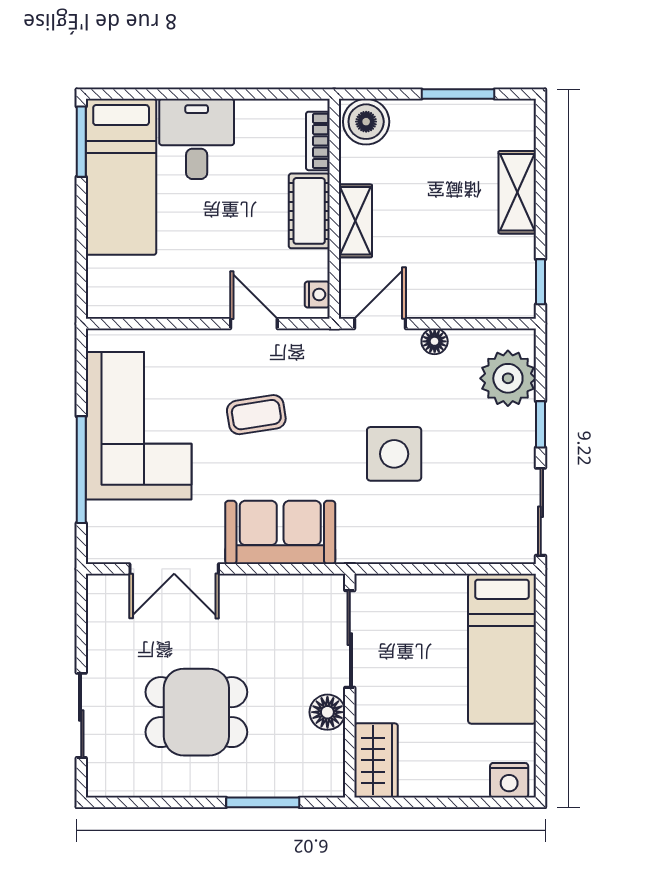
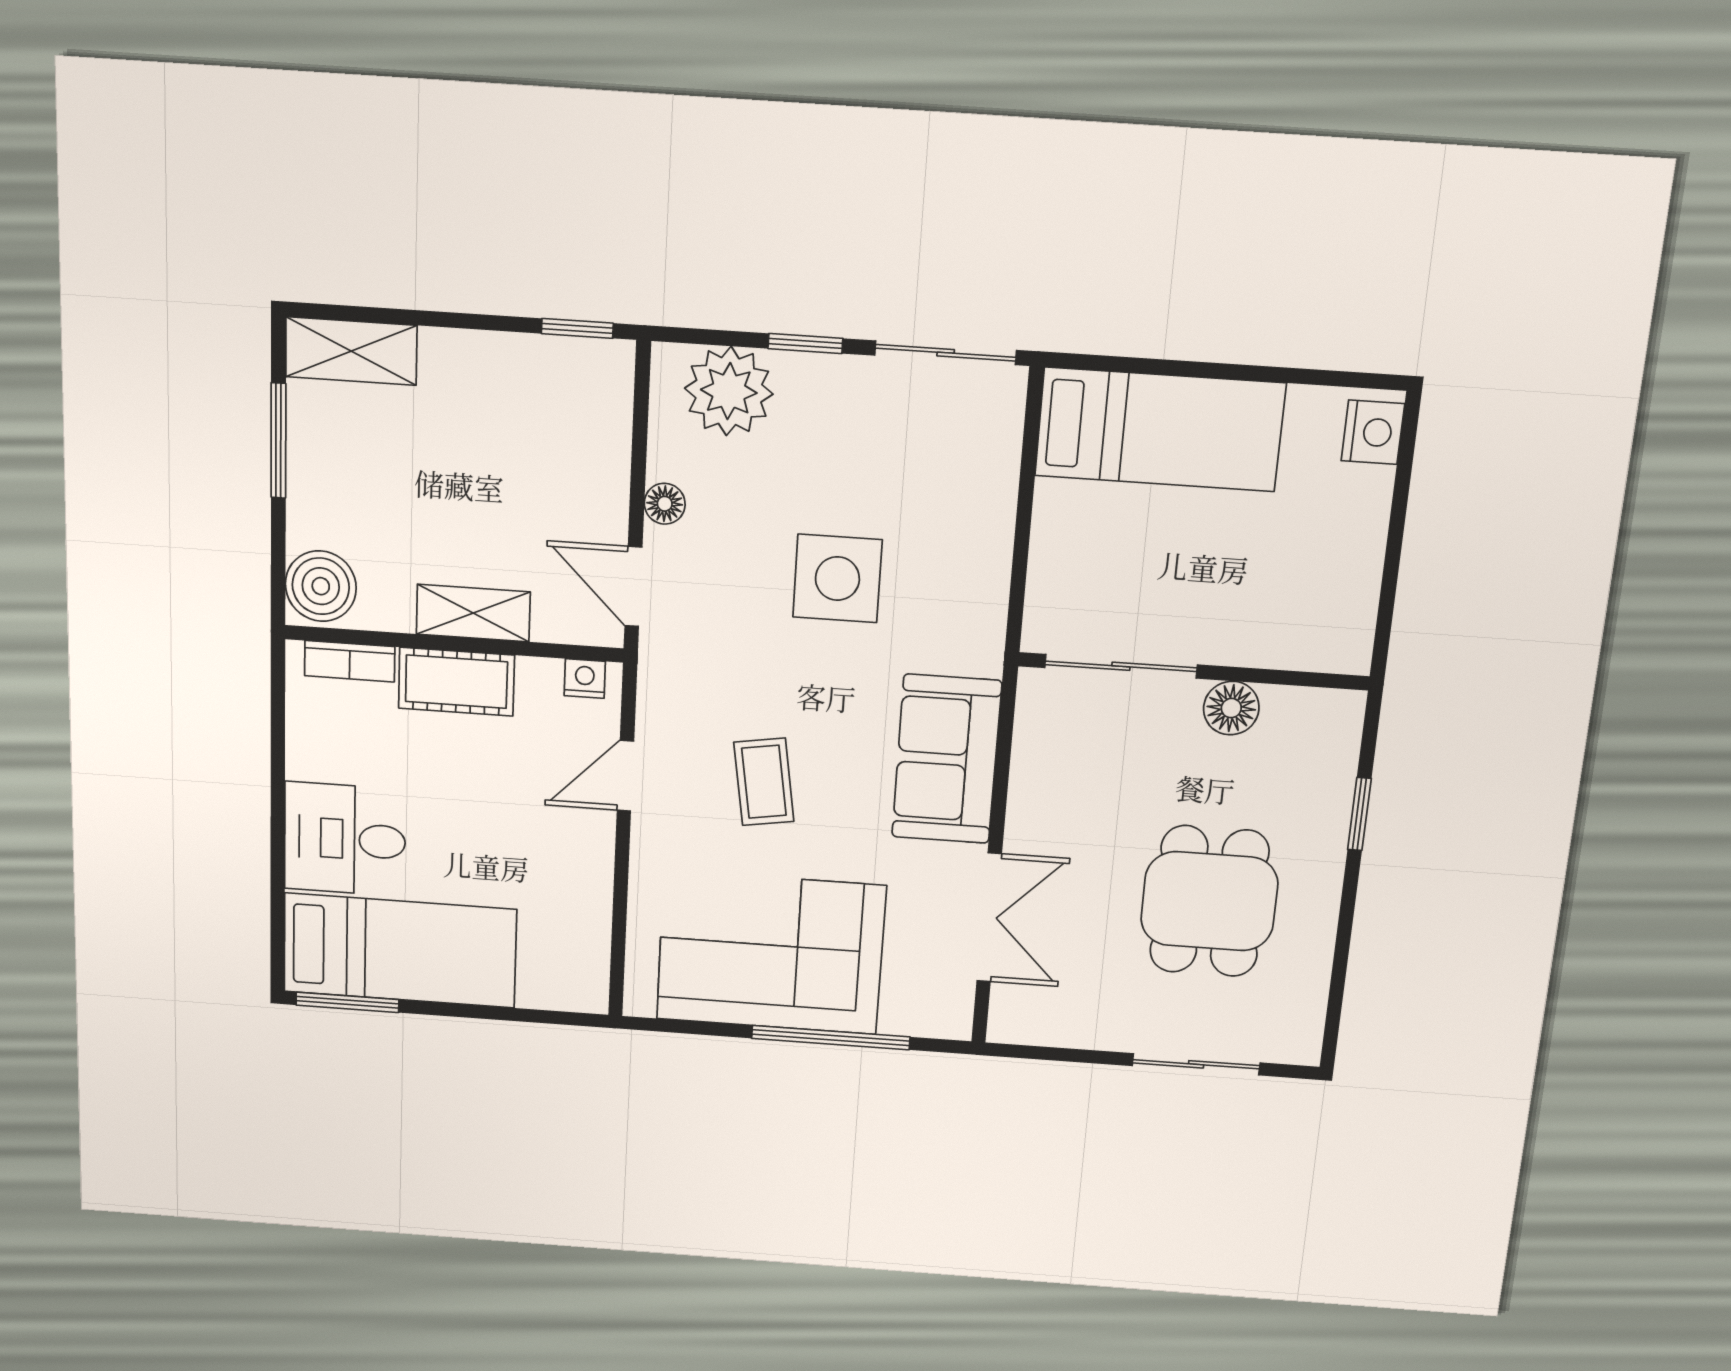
shelving: (517, 192) -> (351, 351), moved
wardrobe: (376, 760) -> (1315, 639), removed
window: (263, 802) -> (1359, 814), width x0.67

